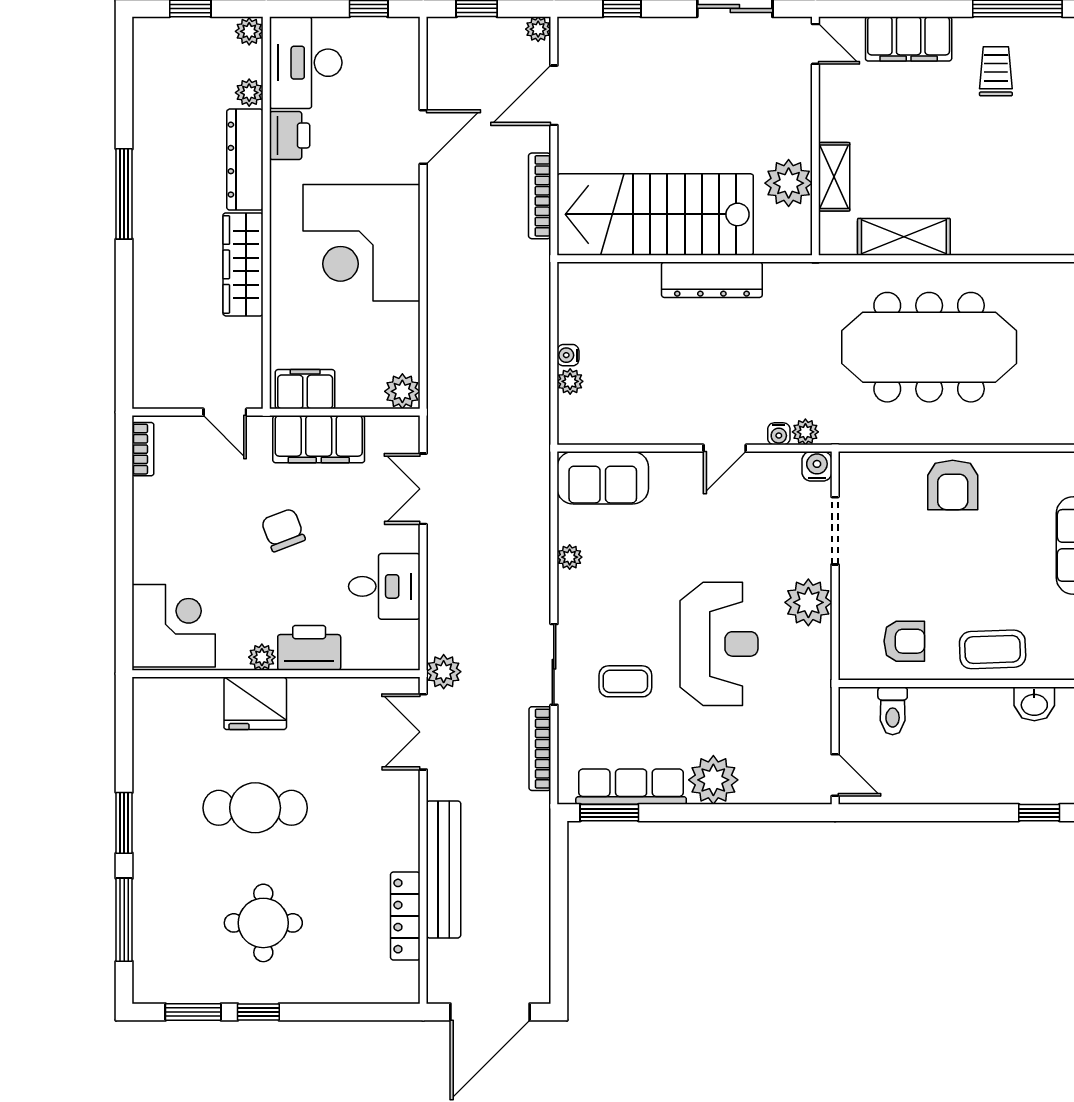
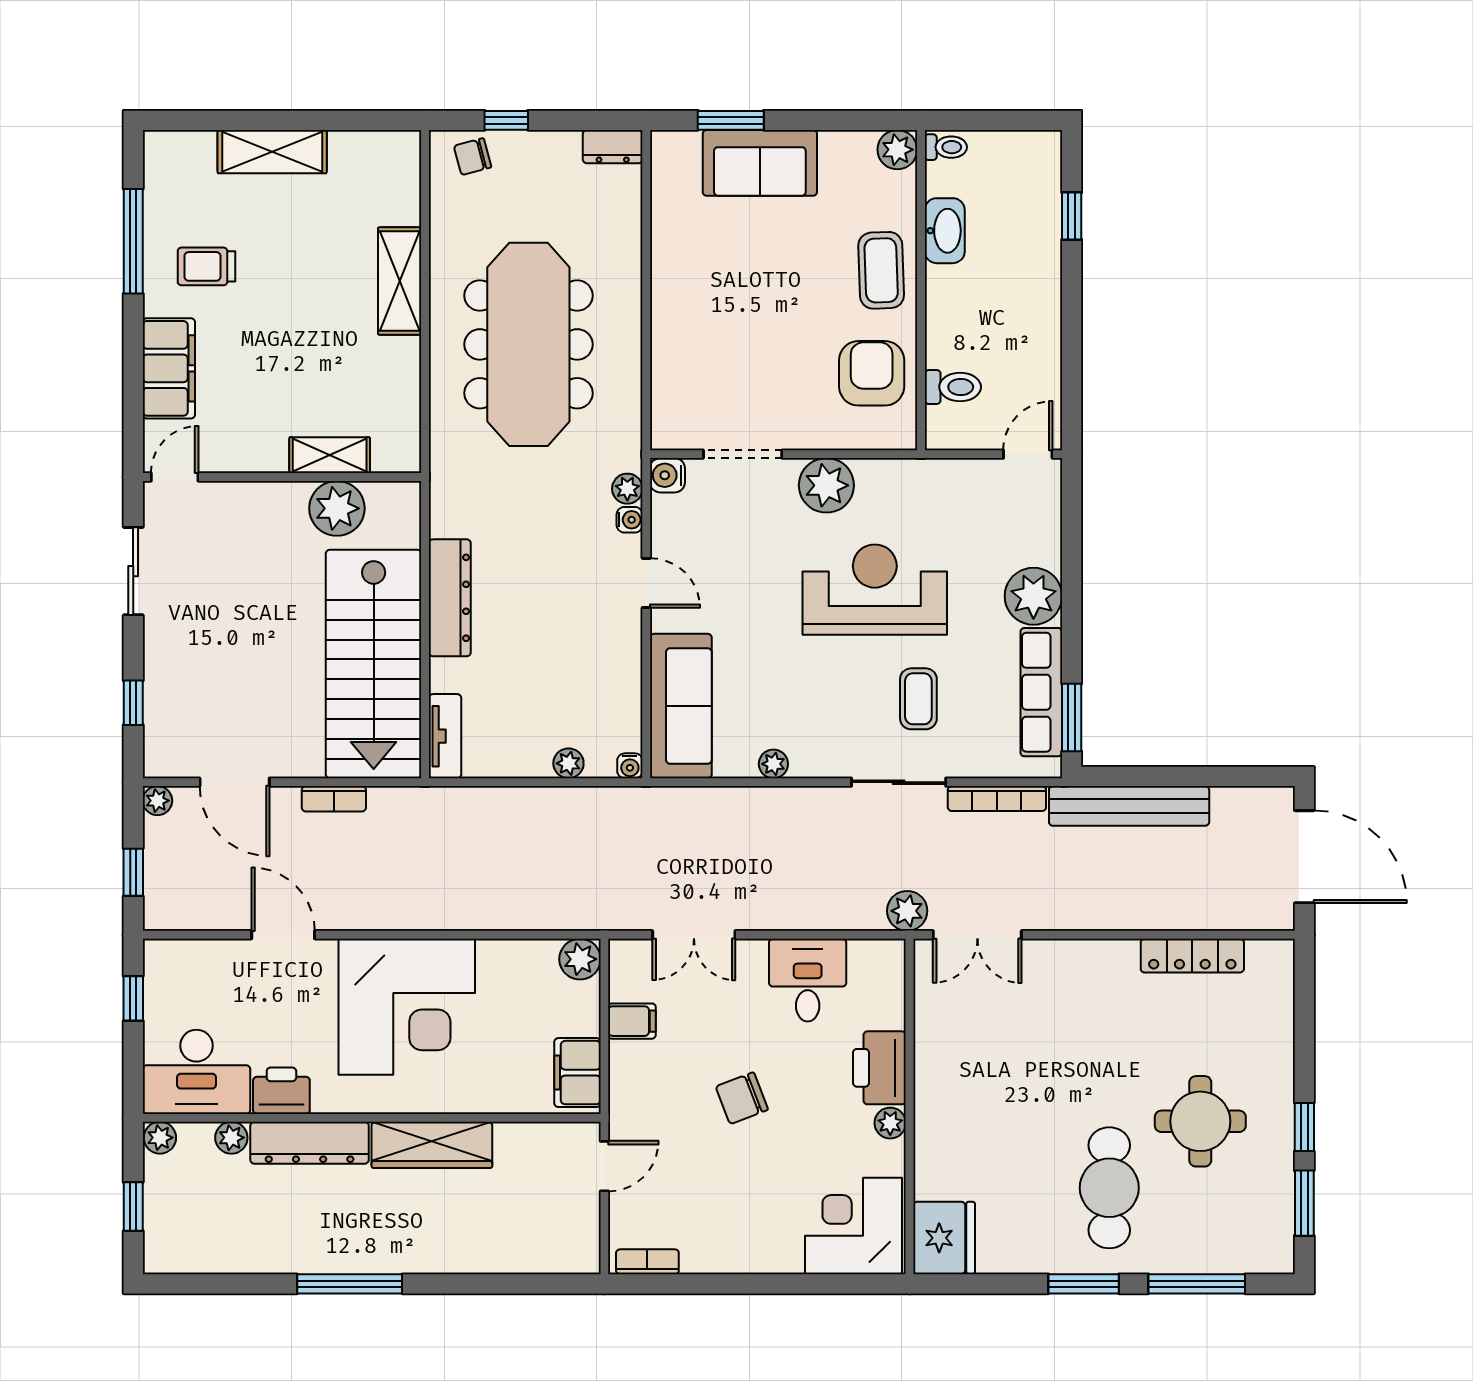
bookcase: (540, 196) -> (334, 799), width x0.64
shelving: (904, 237) -> (400, 281), moved
tv unit: (593, 276) -> (445, 736), added
water cooler: (568, 355) -> (630, 766), moved
filing cabinet: (319, 439) -> (632, 1021), width x0.33, depth x0.86
sofa: (603, 478) -> (681, 706), width x1.36
armchair: (953, 485) -> (689, 317), removed
armchair: (904, 641) -> (872, 373), width x1.38, depth x1.38
fridge: (255, 703) -> (944, 1238), moved
washbasin: (1034, 704) -> (945, 231), width x1.38
cafe table: (255, 808) -> (1109, 1188), moved
bench: (444, 869) -> (1129, 806), moved

